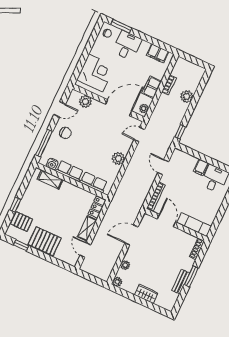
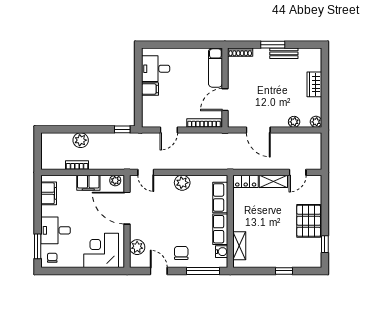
pallet: (22, 222) -> (299, 255), removed

